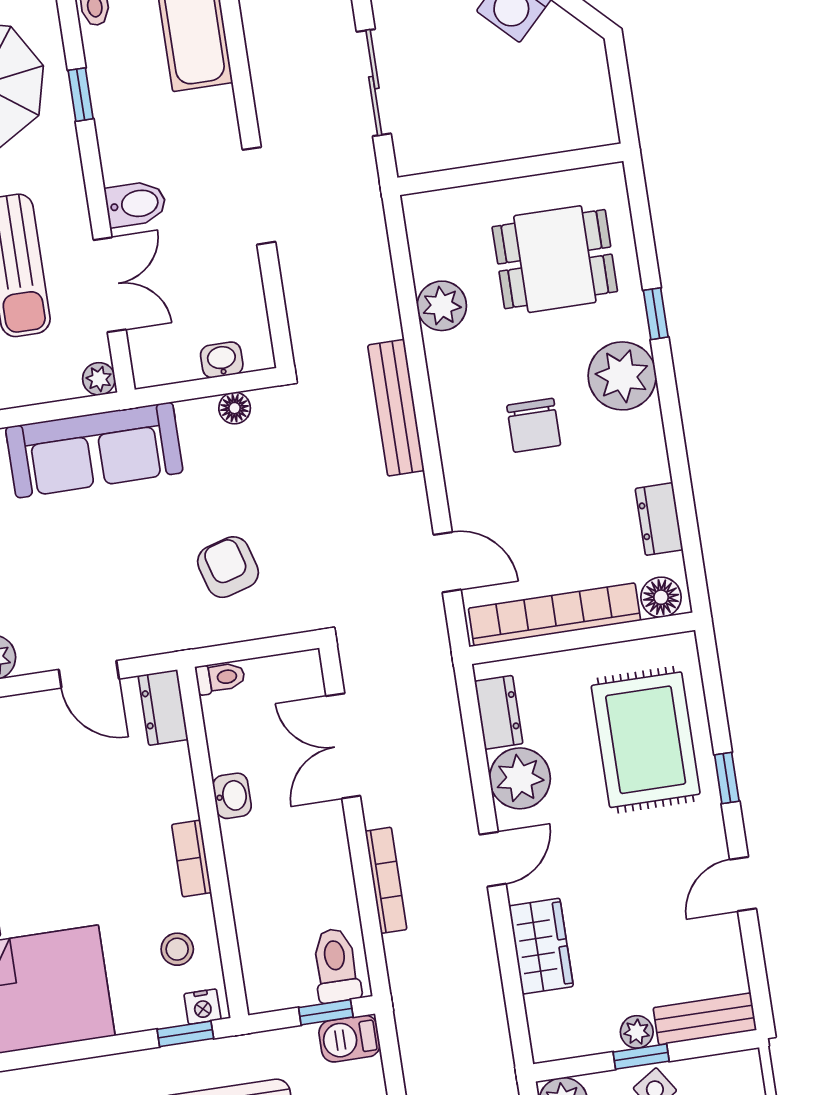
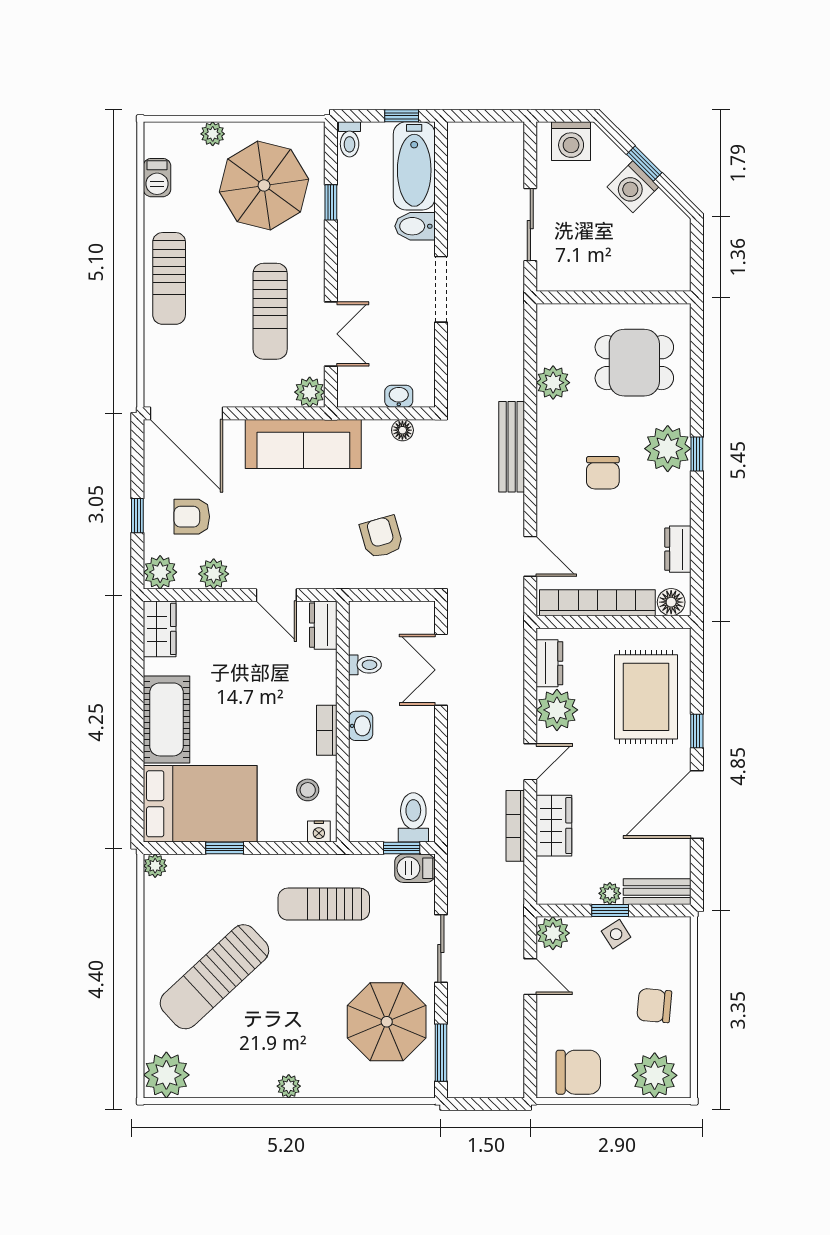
bidet: (136, 204) -> (415, 226), moved, turned 180
window: (656, 314) -> (697, 454), moved
plant: (99, 379) -> (310, 392), width x1.38, depth x1.38
toilet: (220, 678) -> (365, 665), moved
washbasin: (232, 796) -> (361, 726), moved
bookcase: (386, 880) -> (515, 826), moved, turned 180
door: (743, 884) -> (697, 804), width x1.88
window: (185, 1034) -> (225, 848), moved

